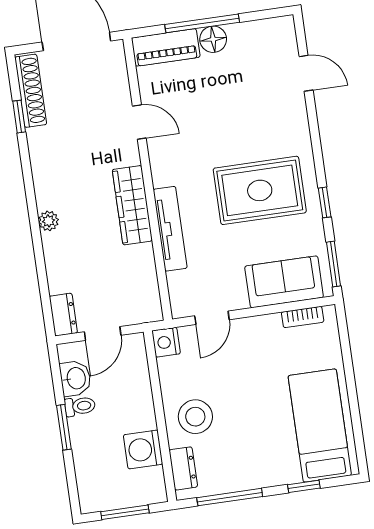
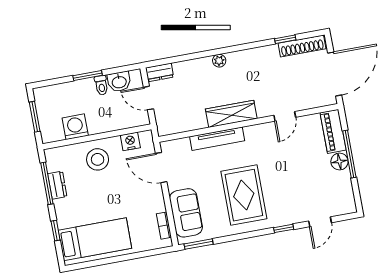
window: (325, 202) -> (284, 228), moved
door: (212, 318) -> (161, 168), width x1.38
nightstand: (166, 342) -> (130, 141), moved
dresser: (183, 468) -> (57, 185), moved, turned -90

